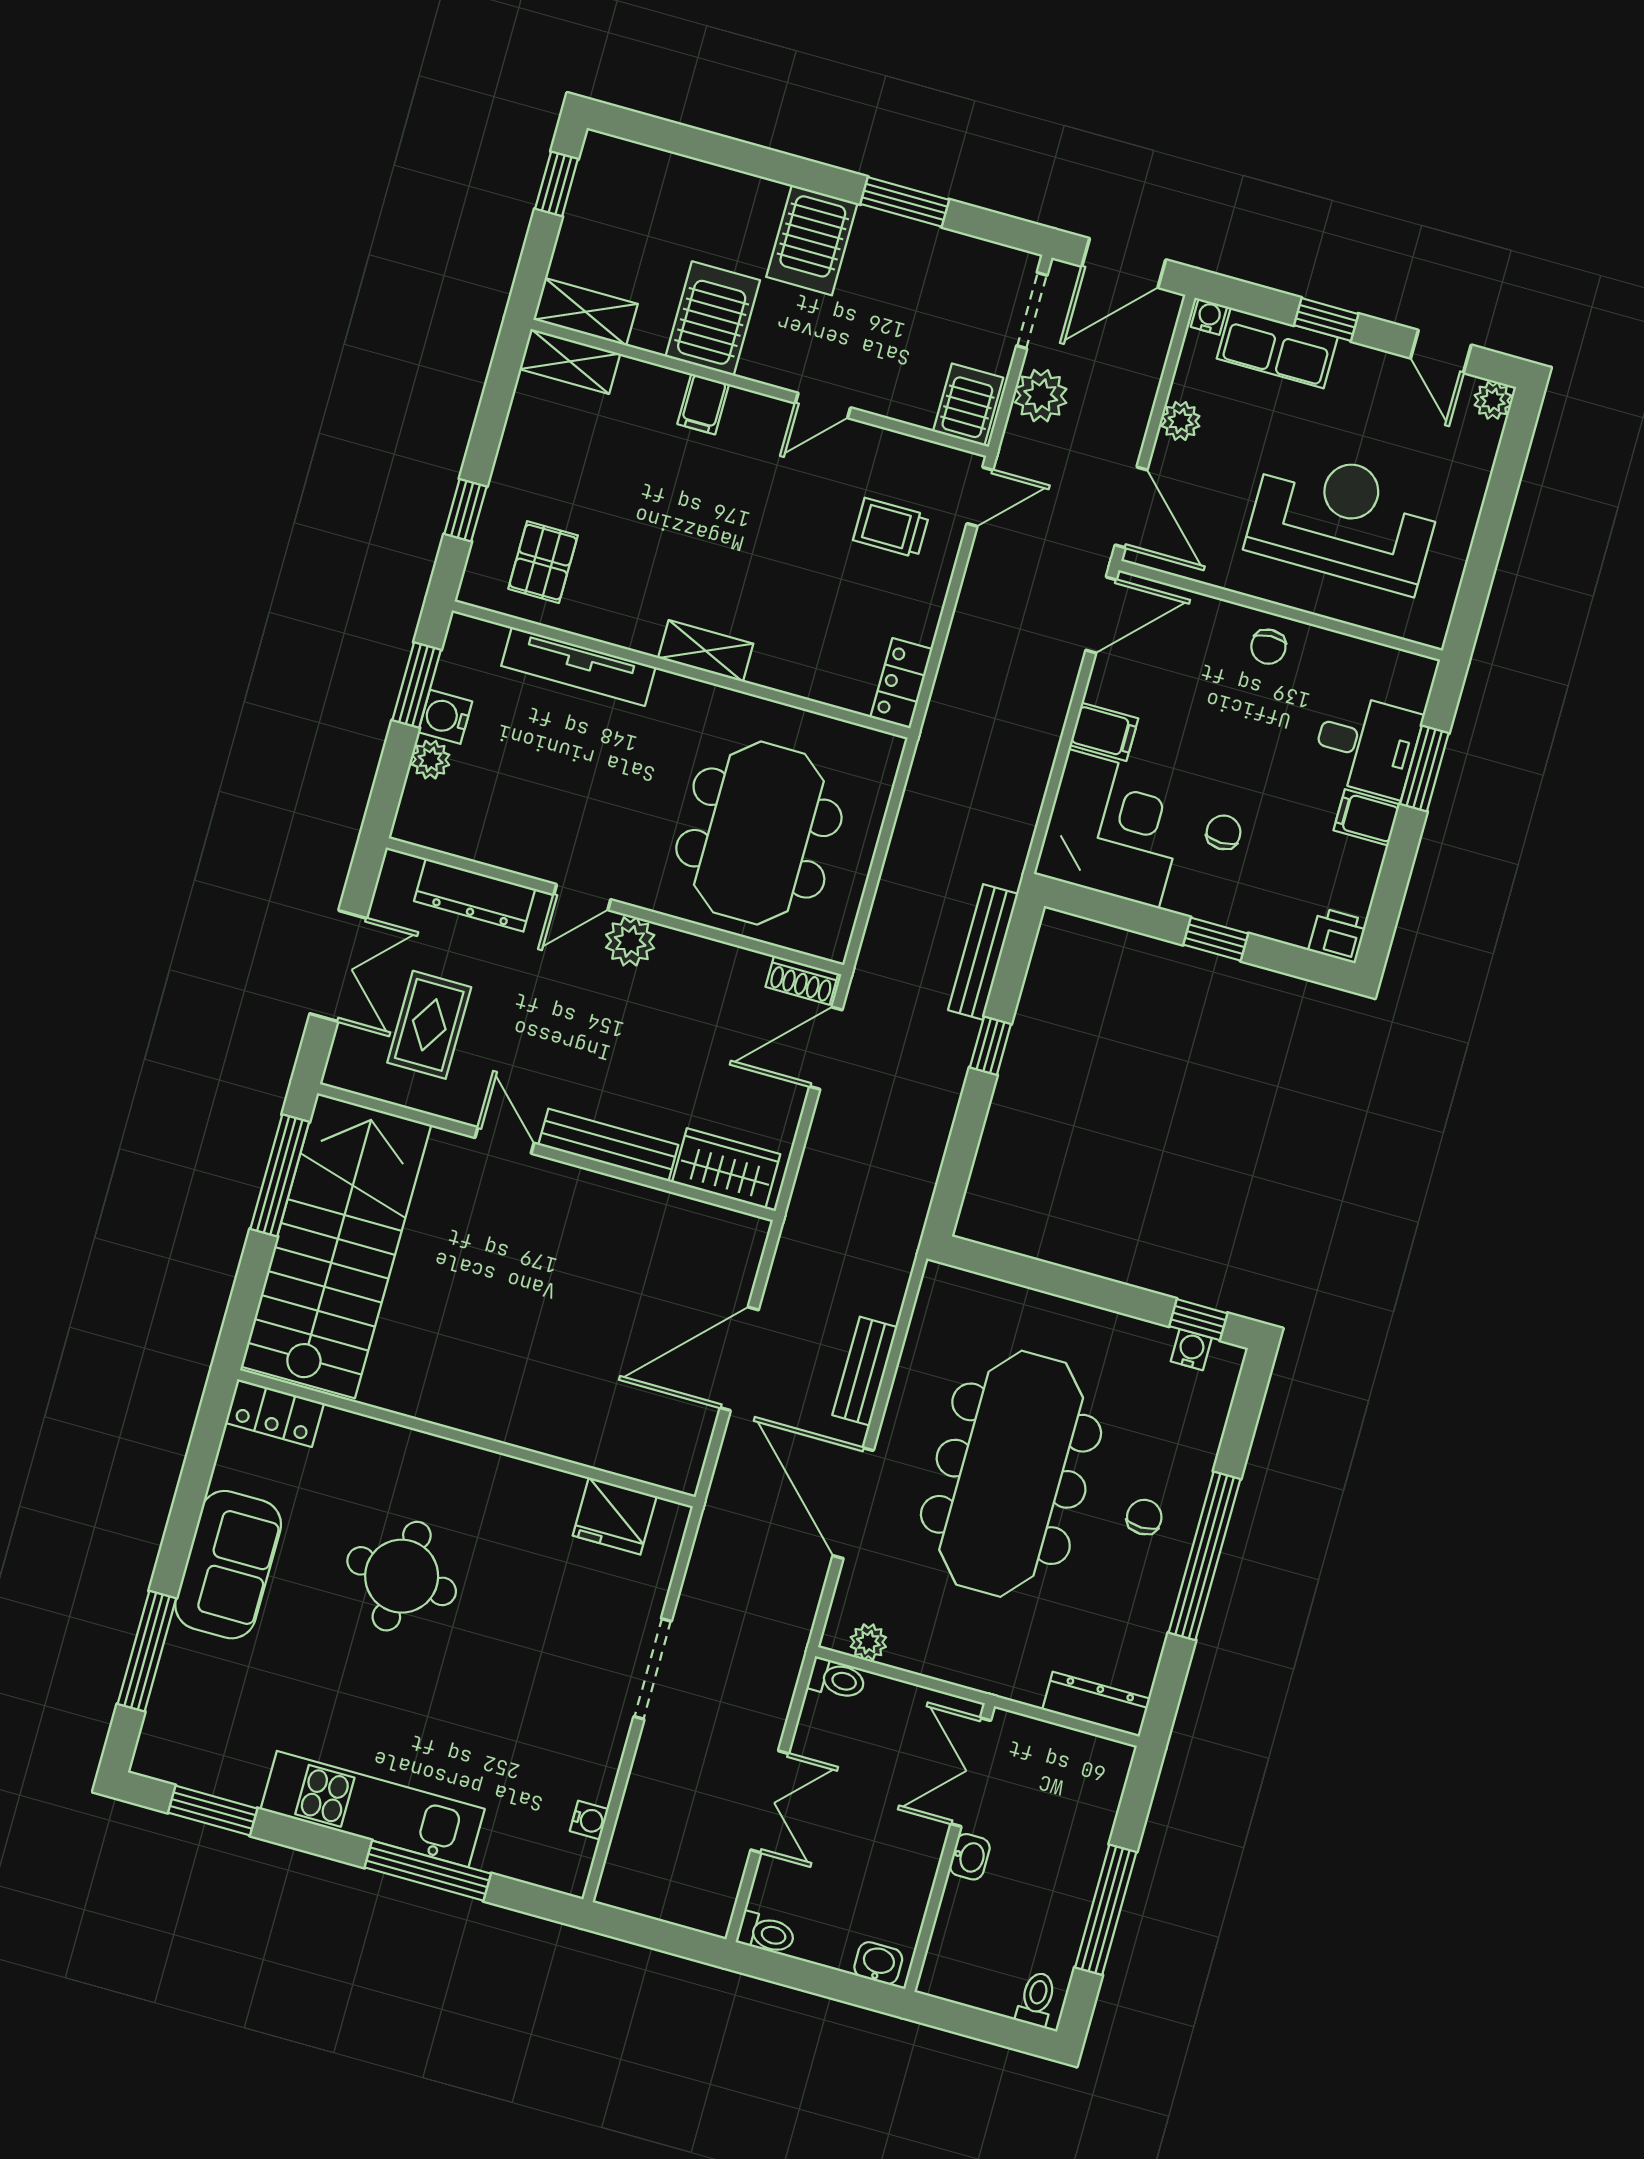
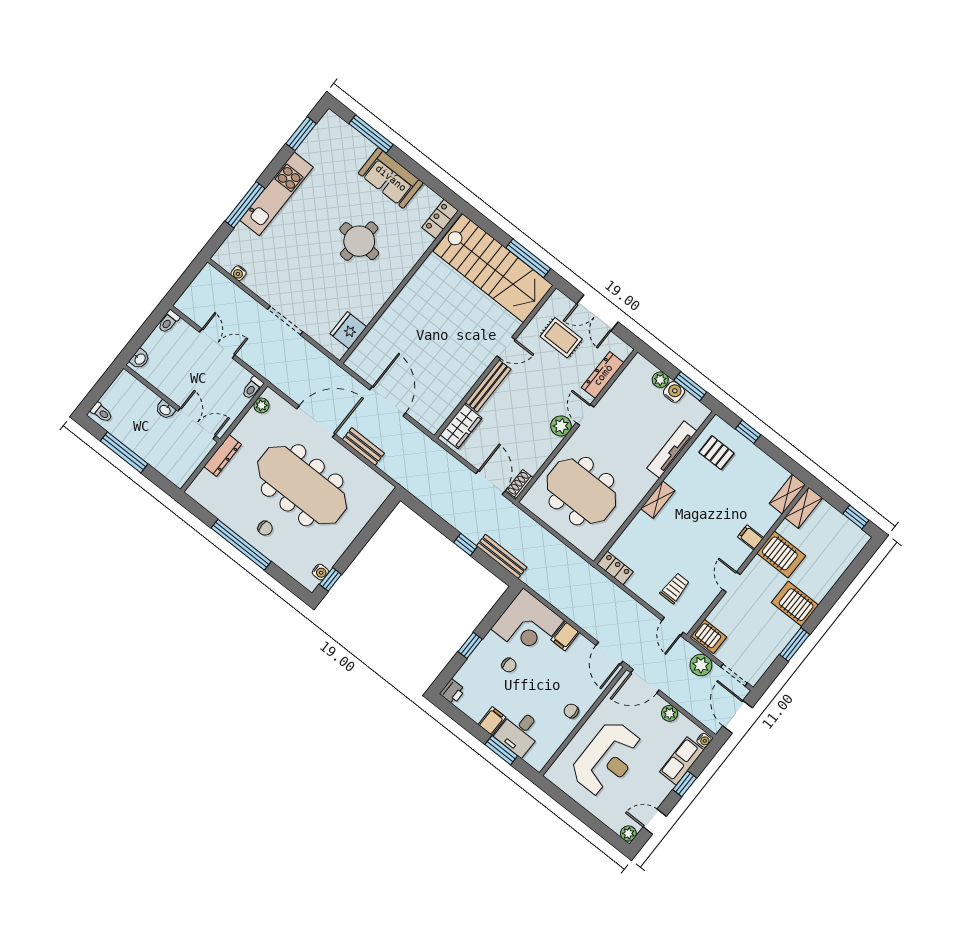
dresser: (1096, 1704) -> (223, 455), moved
double door: (770, 1802) -> (217, 344), swing flipped

